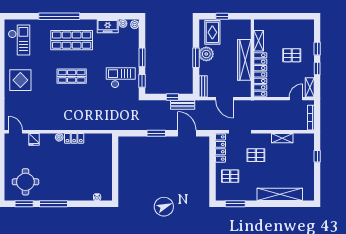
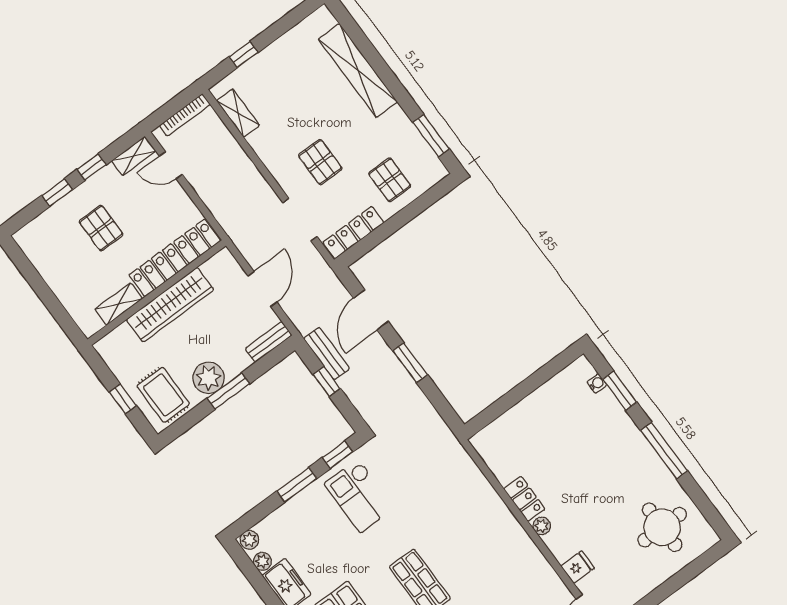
rug: (212, 32) -> (163, 395), turned 90
shelving: (282, 138) -> (238, 113), moved
window: (24, 204) -> (620, 391), moved

